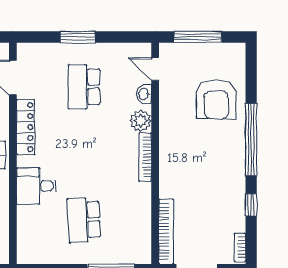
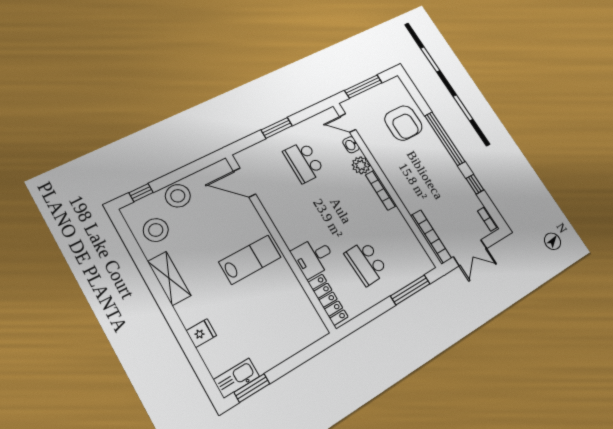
locker: (26, 127) -> (328, 300), moved

